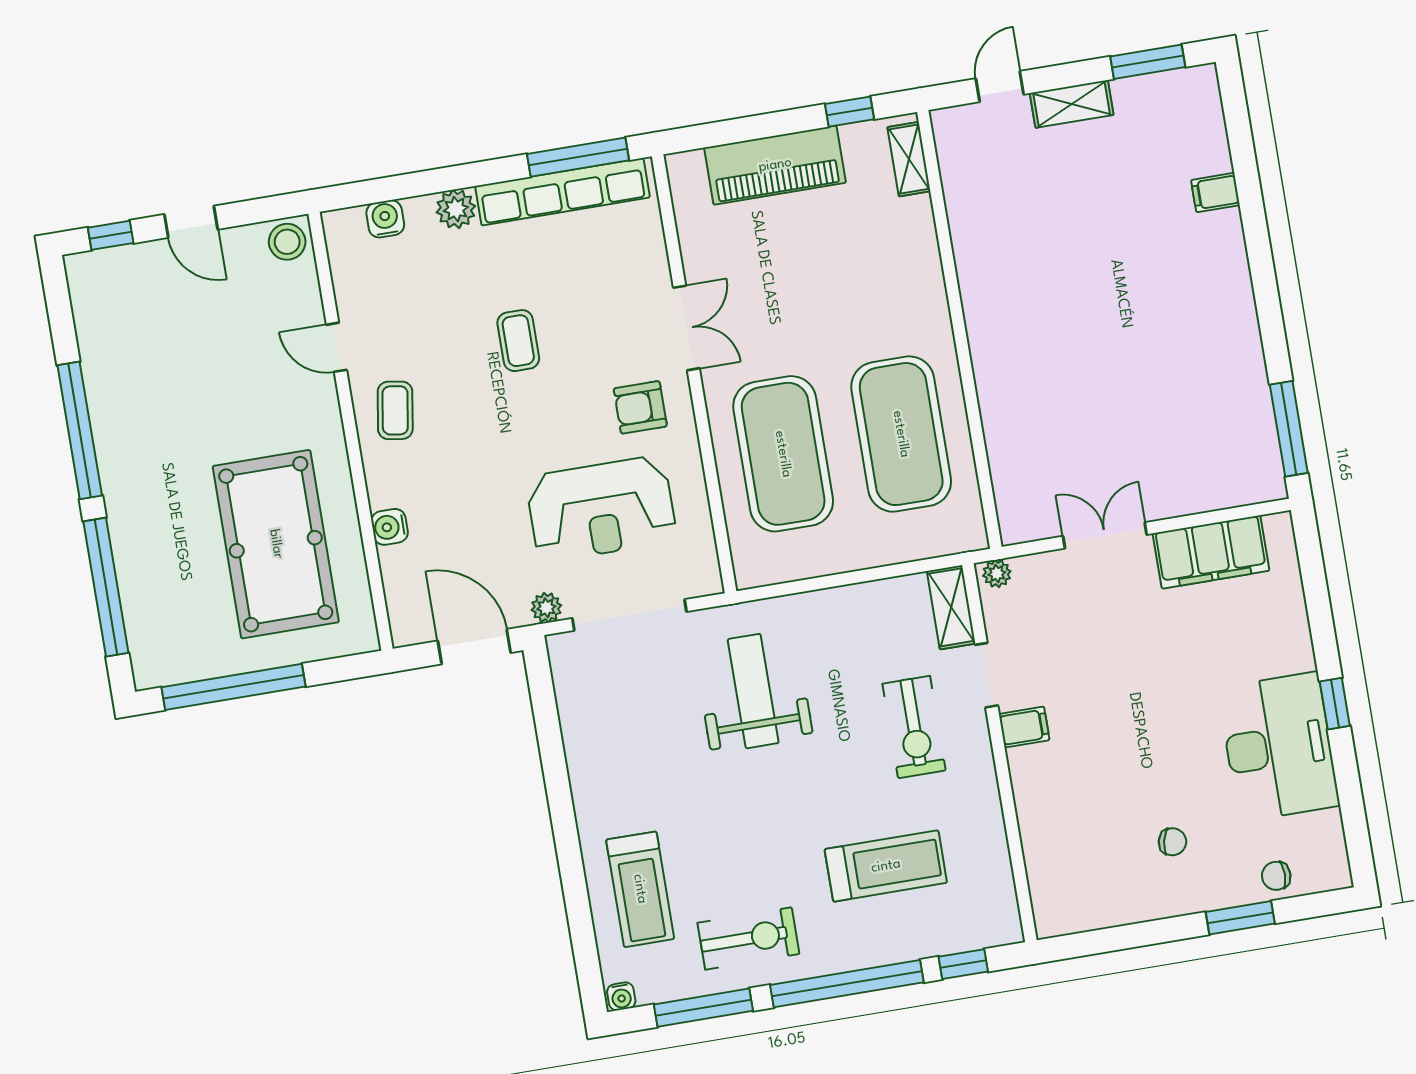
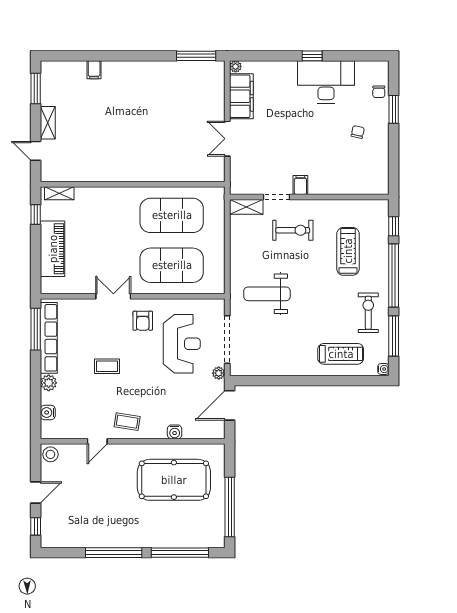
plant: (997, 574) -> (235, 66), moved

